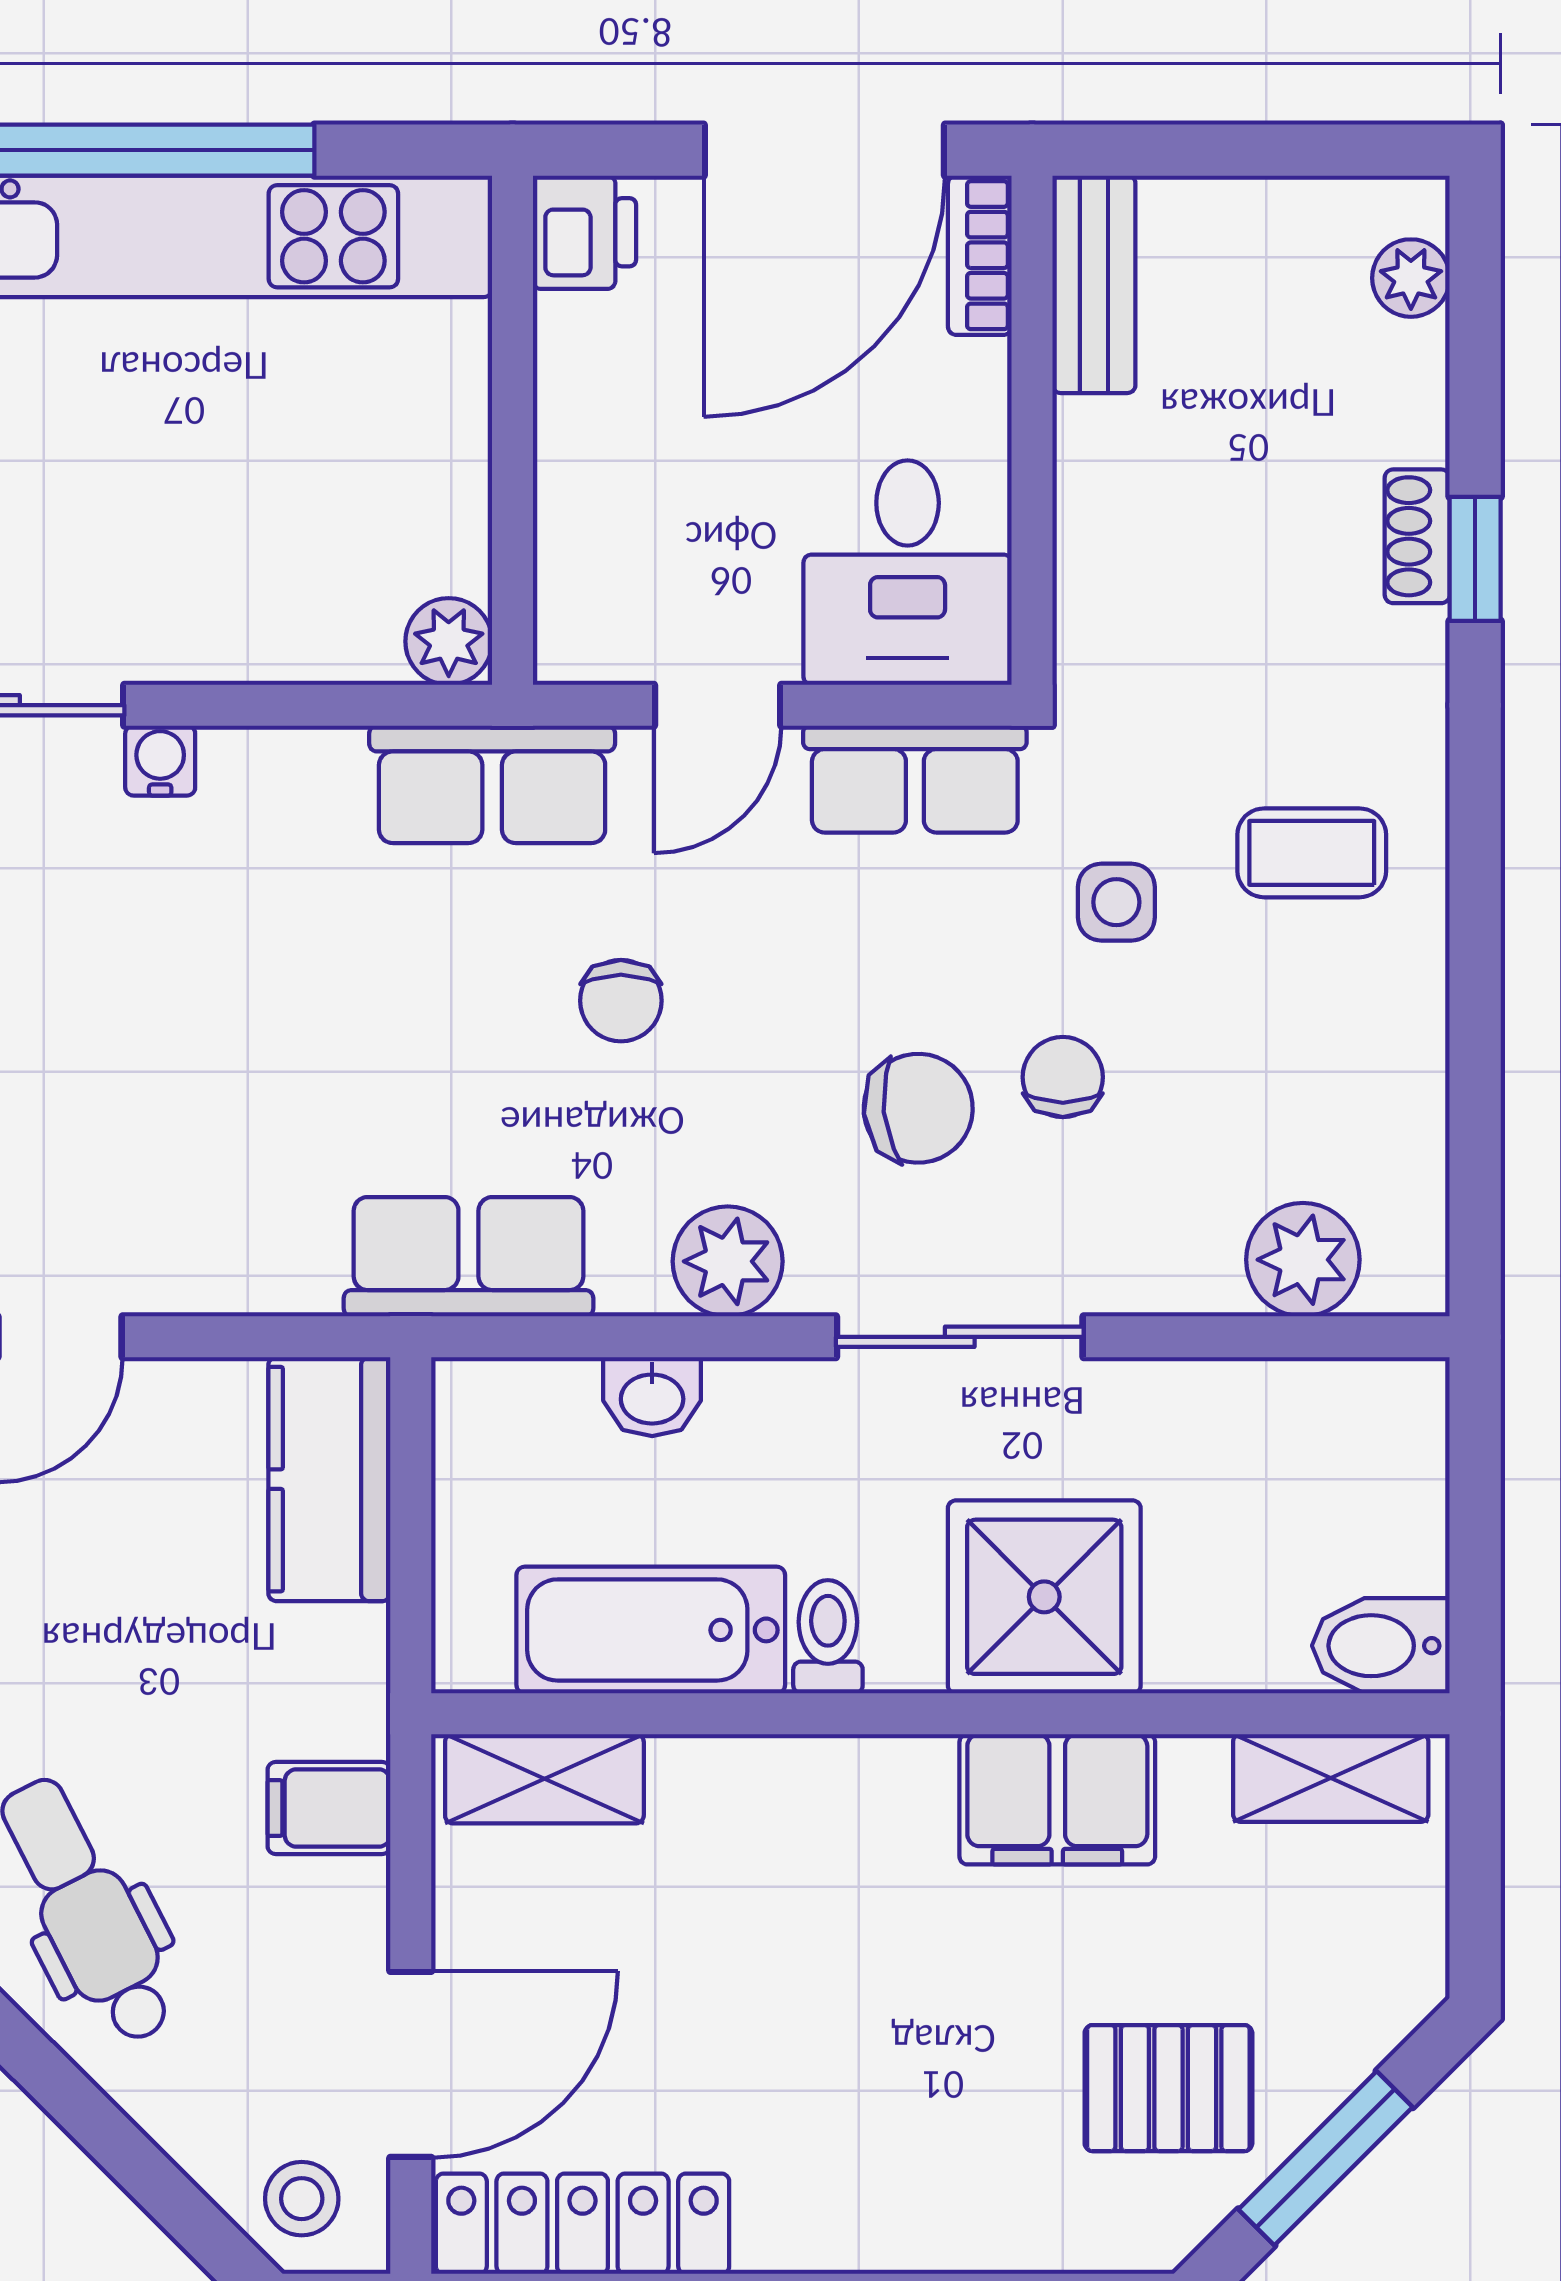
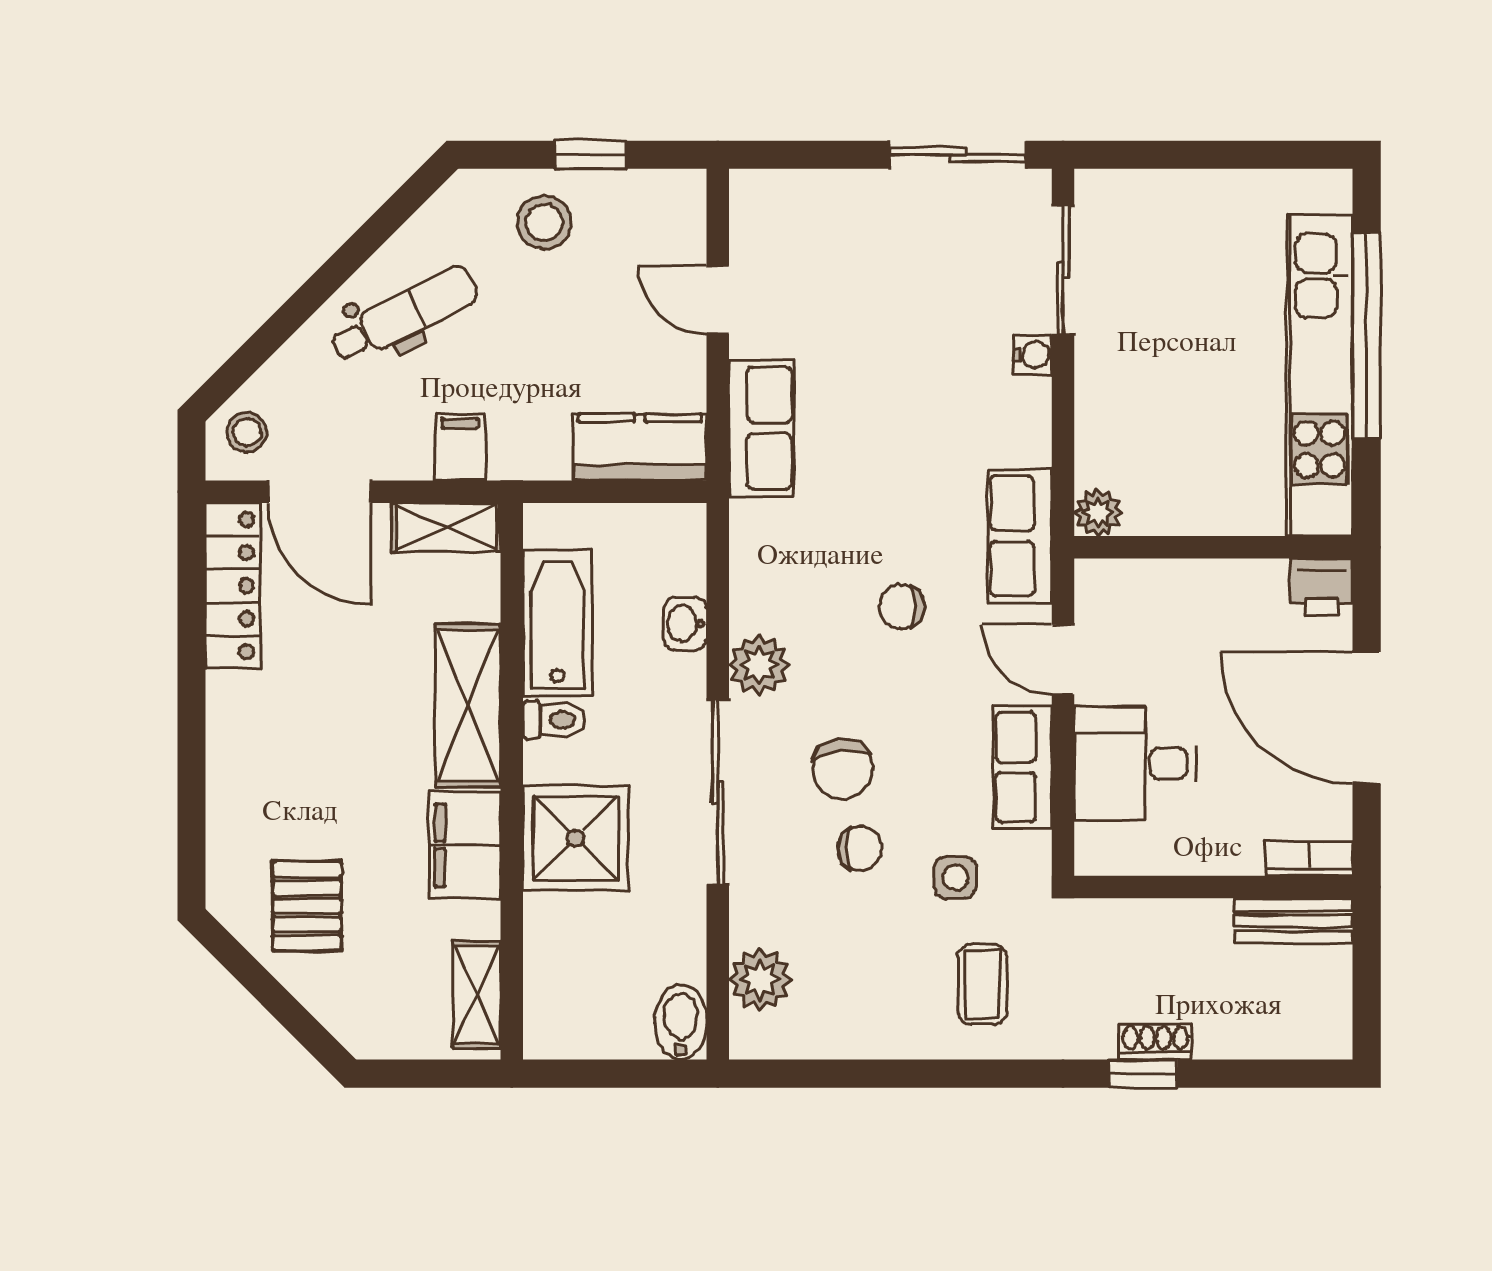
bookcase: (980, 255) -> (1309, 859), moved
plant: (1411, 278) -> (1297, 1039), removed
bench: (1094, 284) -> (1293, 921), moved
wall: (1032, 430) -> (1213, 887), moved
row of seats: (468, 1257) -> (762, 428), moved
sliding door: (960, 1337) -> (718, 792), width x1.37
bidet: (1381, 1646) -> (681, 1022), moved
shelving: (544, 1779) -> (446, 527), moved, turned 90
shelving: (802, 1794) -> (468, 705), added
window: (1325, 2158) -> (269, 992), removed

